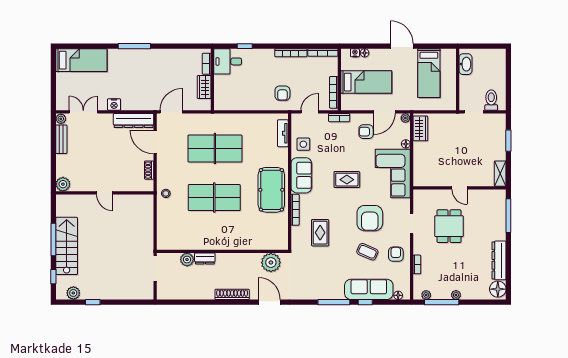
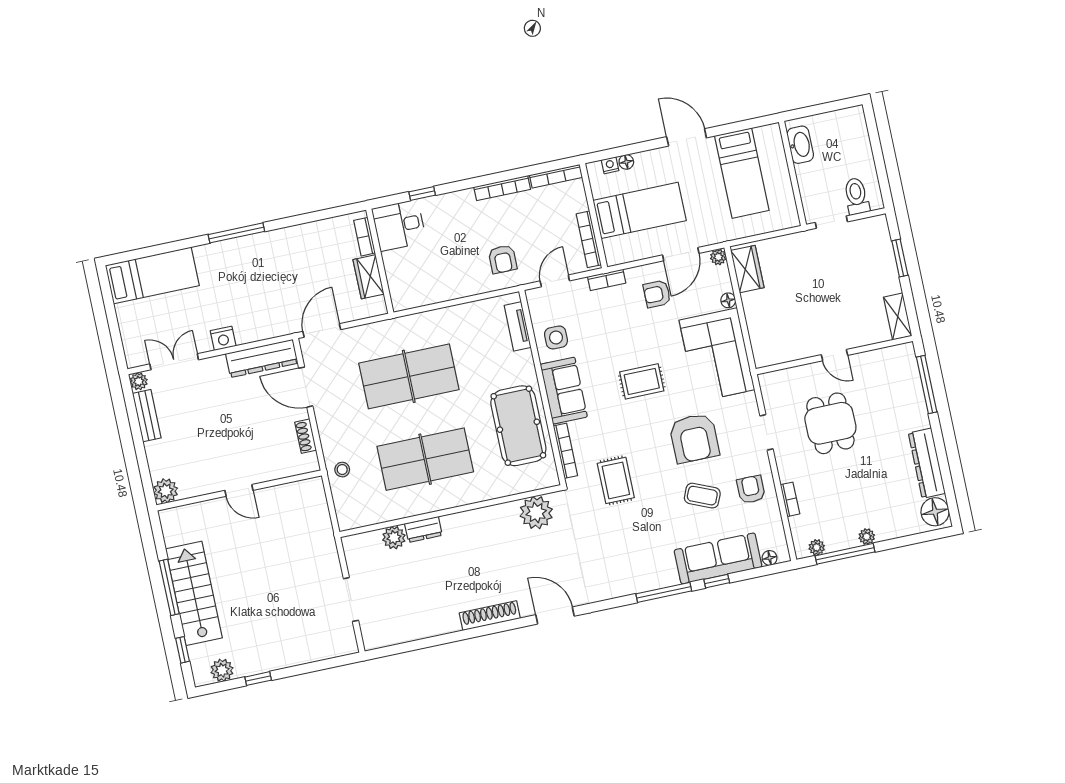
wall: (222, 251) -> (450, 511), moved
dresser: (205, 258) -> (423, 529), moved
plant: (187, 260) -> (394, 538), moved
plant: (271, 262) -> (536, 513), moved

